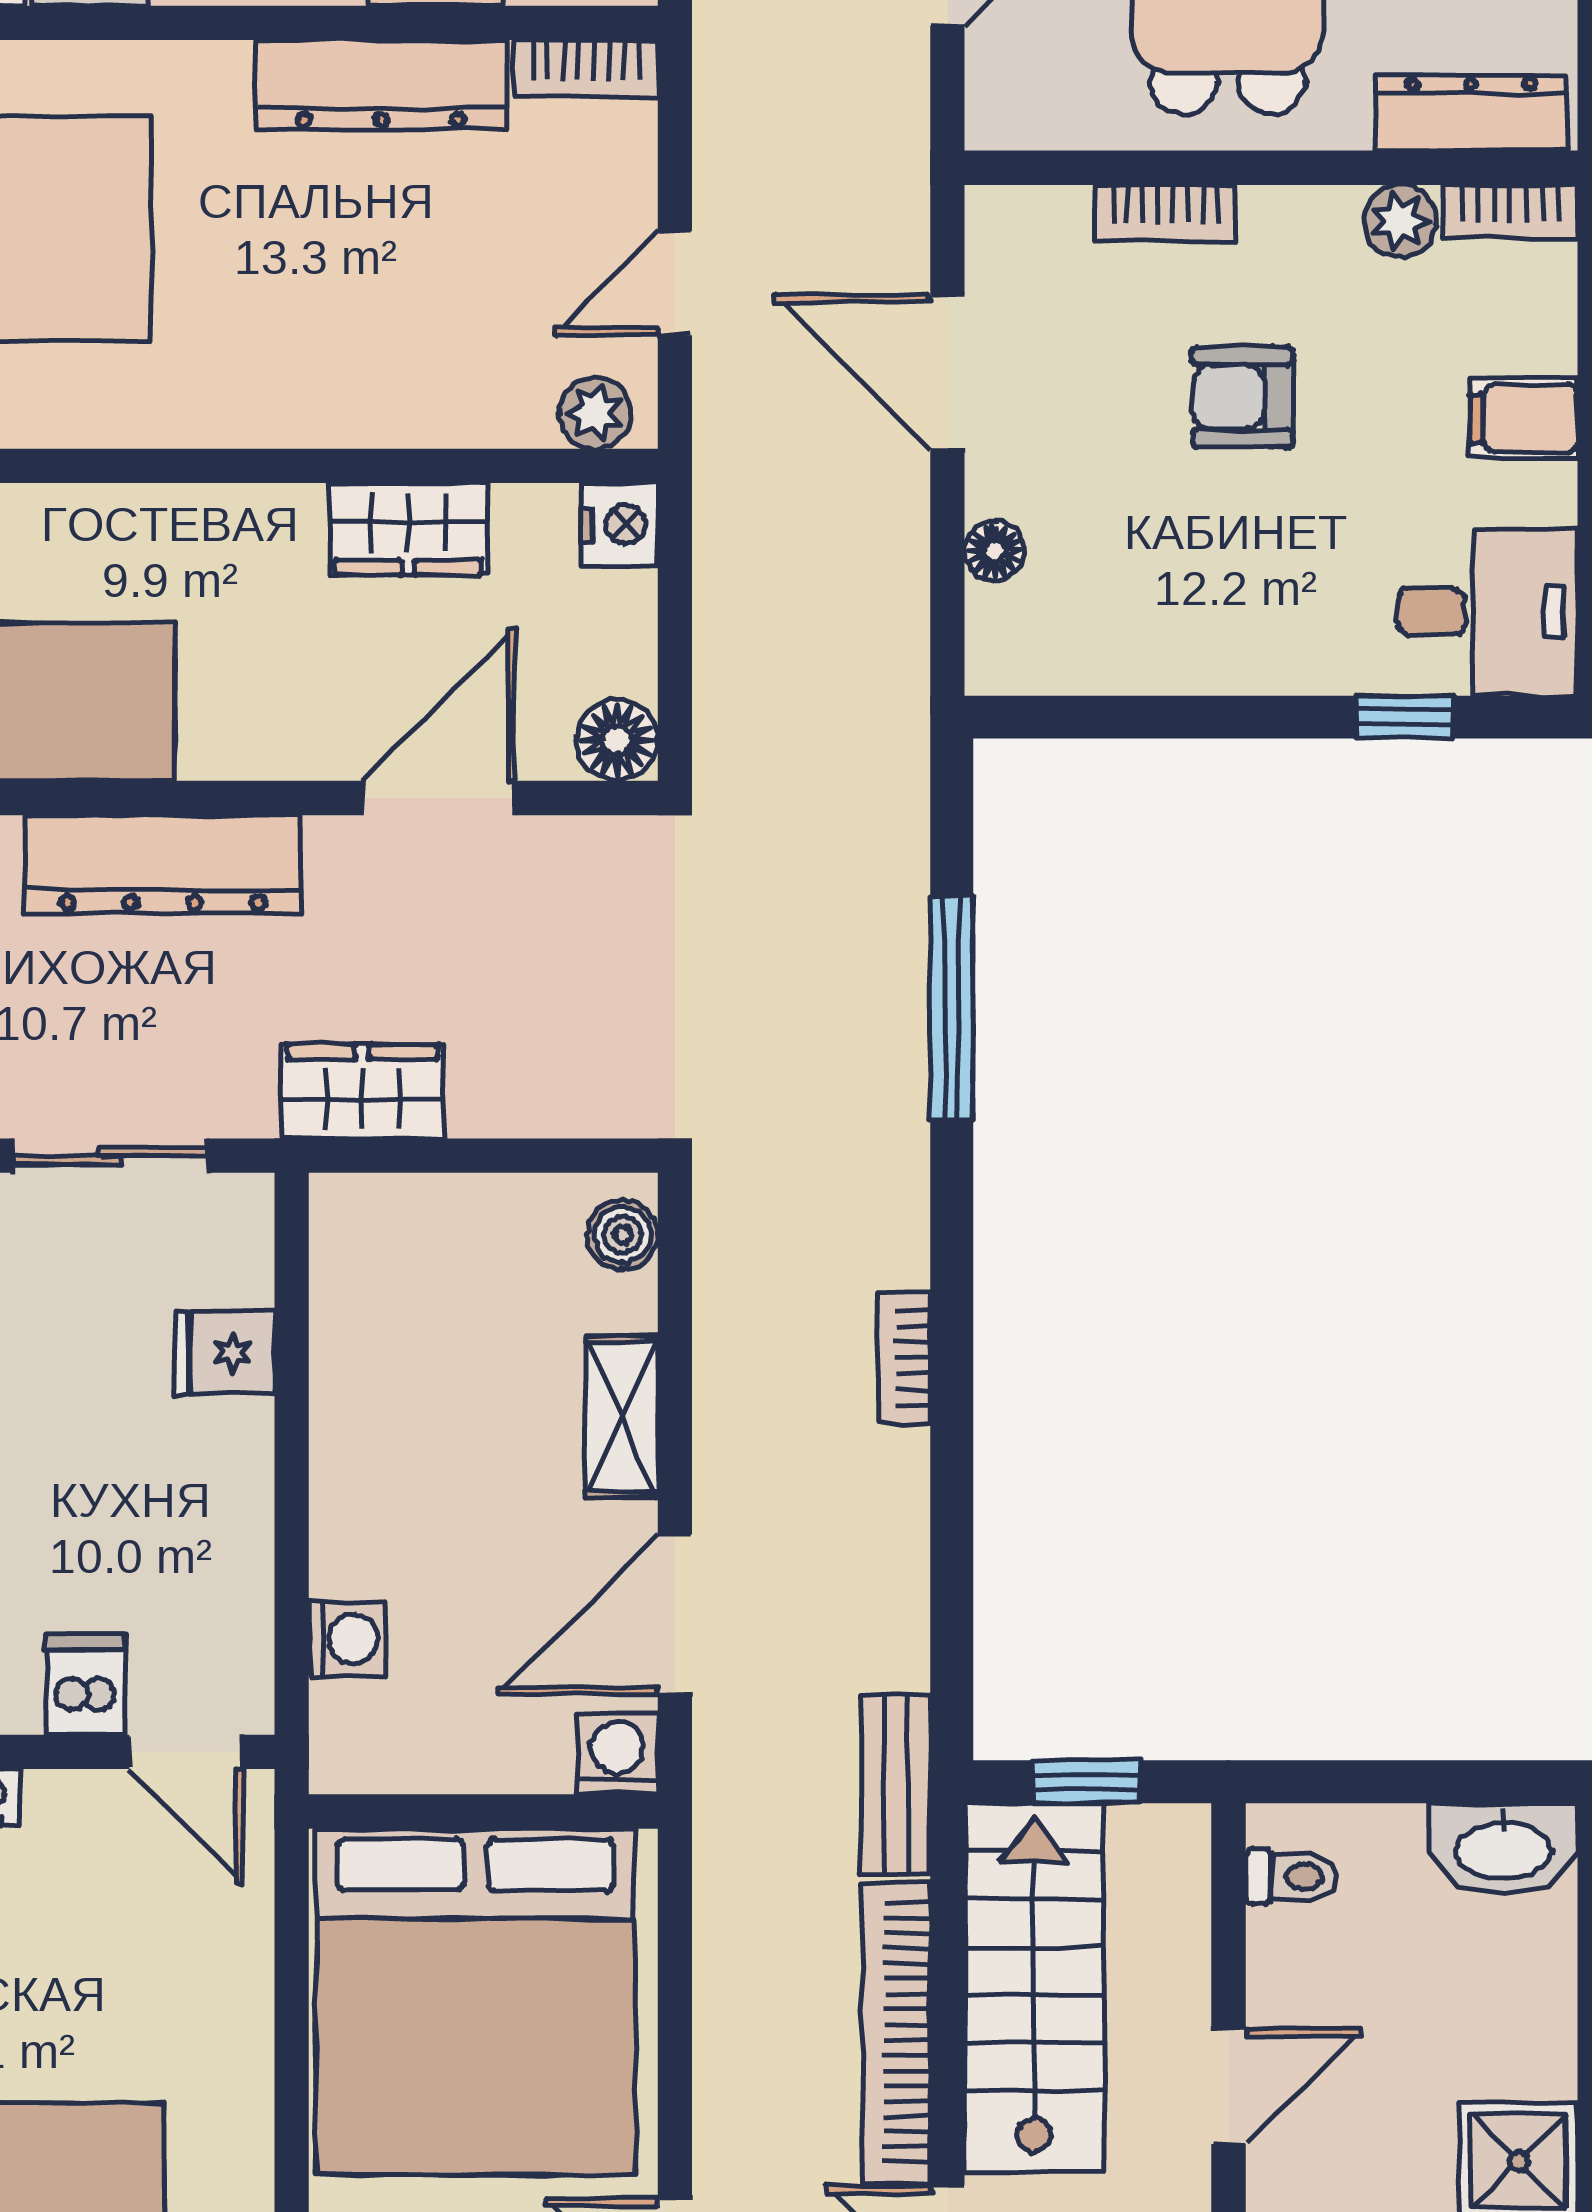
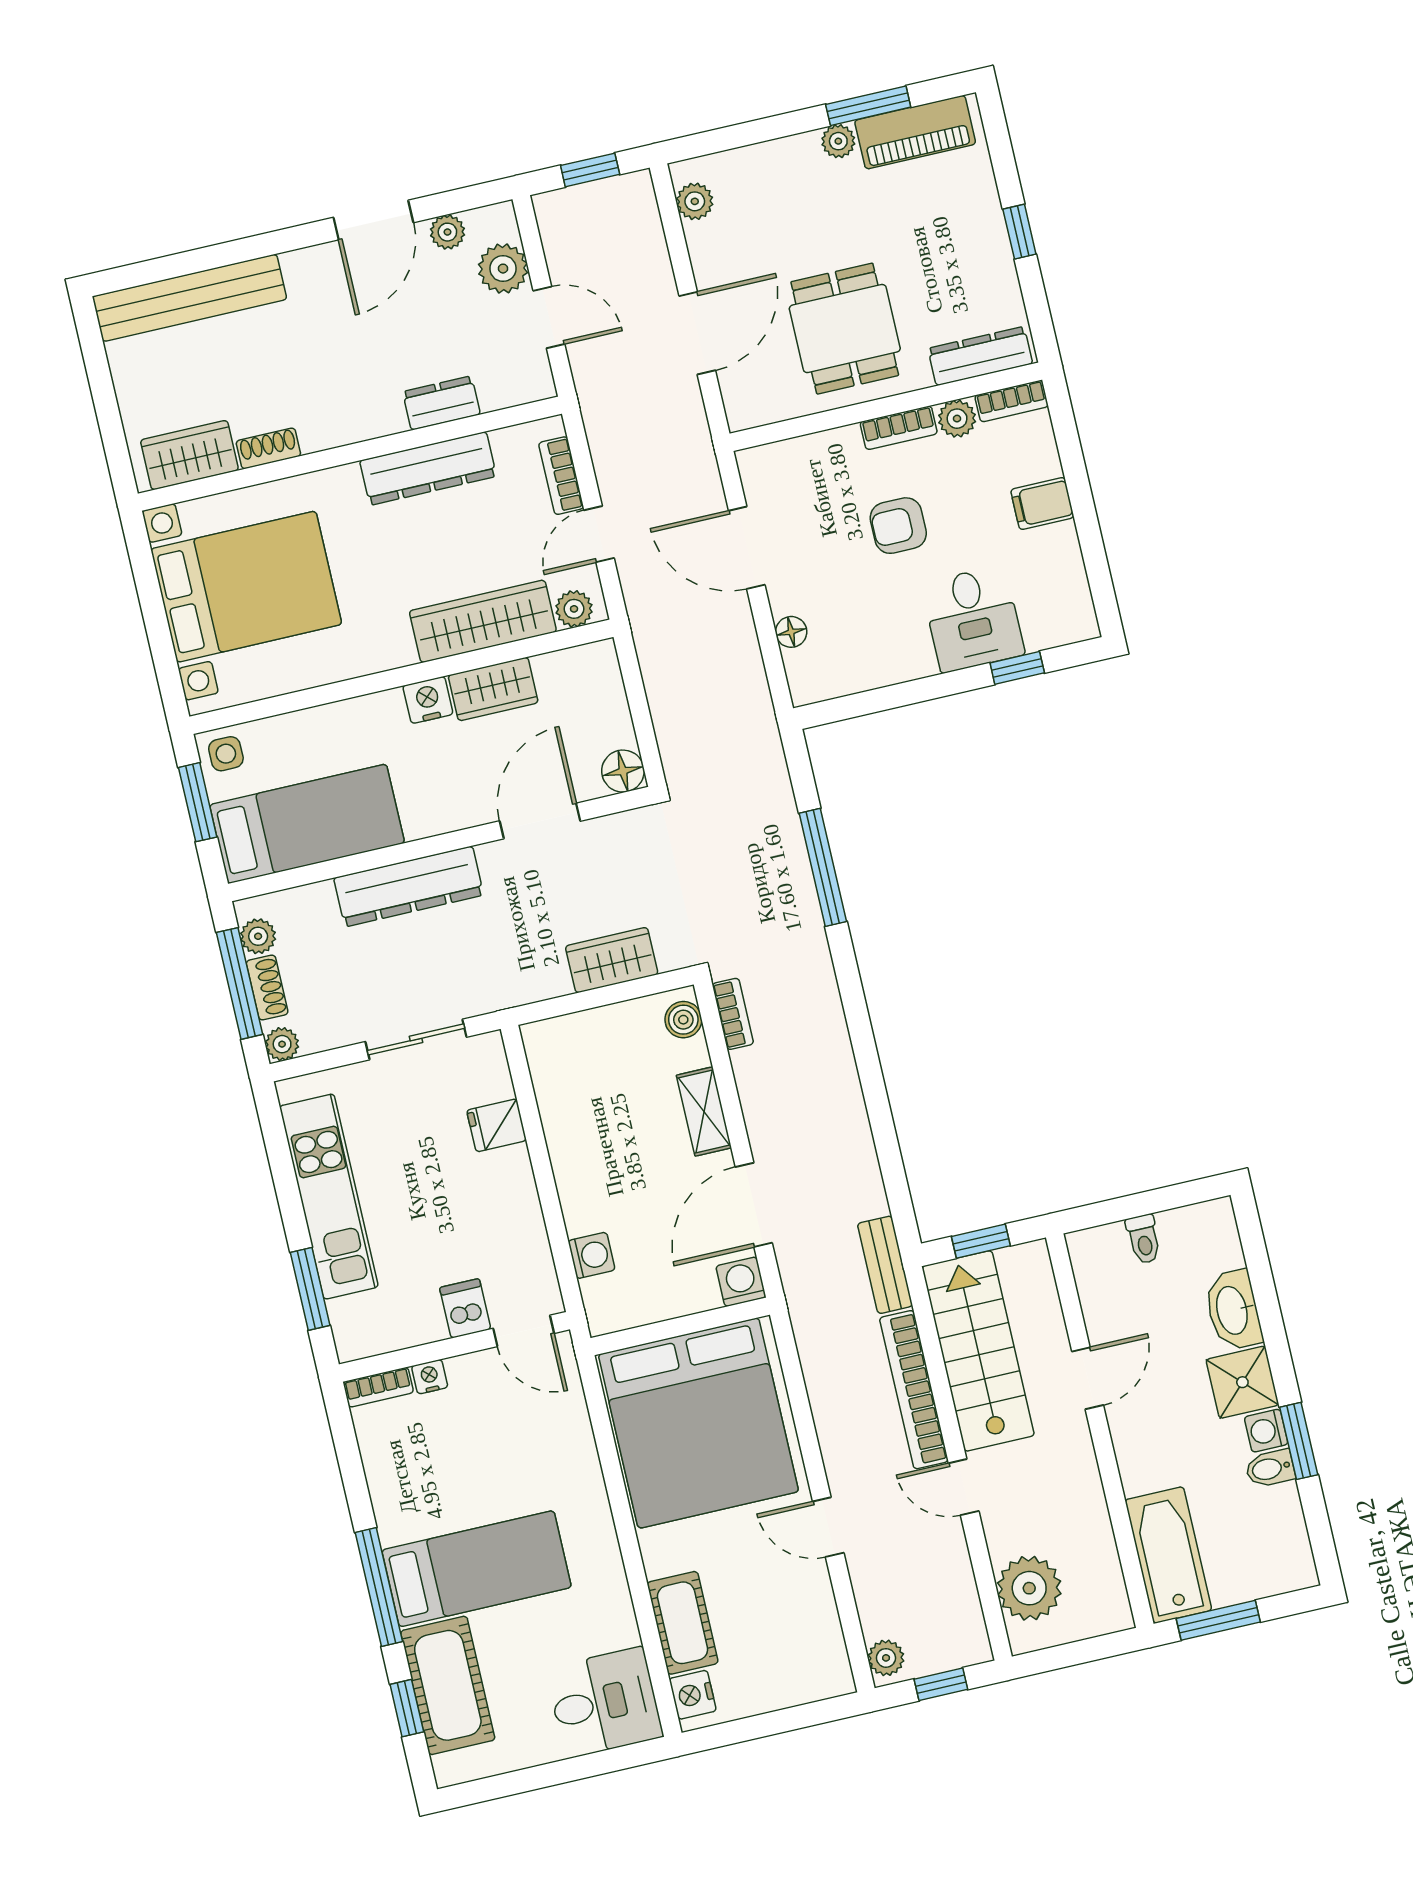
bookcase: (586, 69) -> (561, 476), moved, turned 90
bookcase: (1165, 213) -> (899, 428), moved
wardrobe: (418, 397) -> (483, 621), added
nightstand: (620, 524) -> (428, 700), moved, turned -90
desk: (1487, 612) -> (973, 619), moved, turned 90
wardrobe: (363, 1091) -> (612, 960), moved
bookcase: (904, 1358) -> (733, 1014), moved, turned 180
washbasin: (1504, 1848) -> (1233, 1310), moved, turned 90
toilet: (1291, 1877) -> (1144, 1239), moved, turned 90

